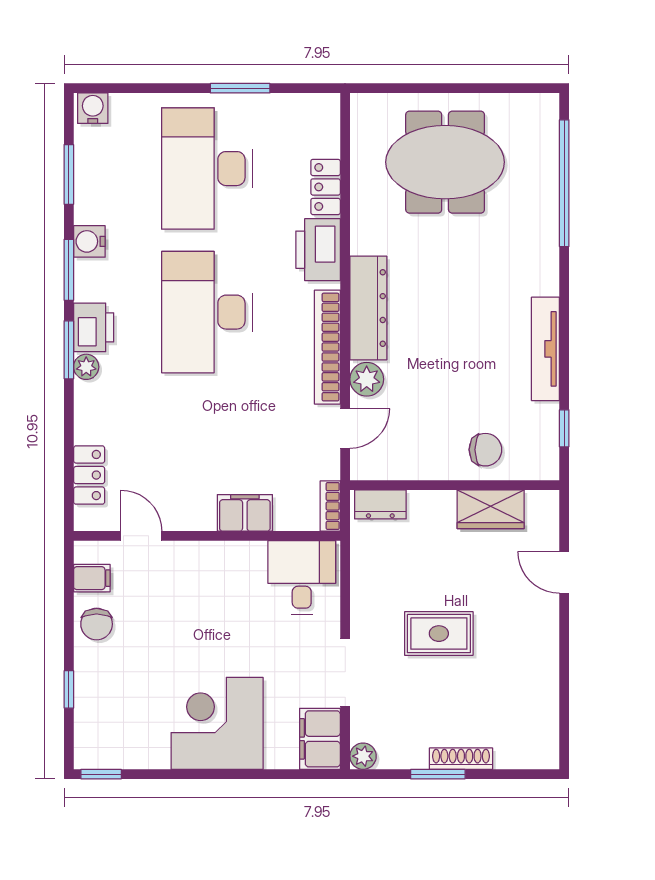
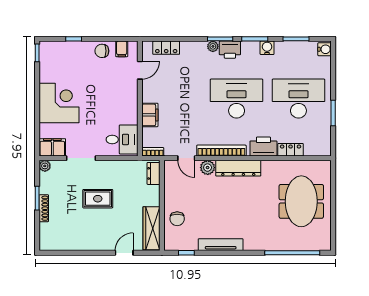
wardrobe: (491, 509) -> (151, 228), width x1.50
rug: (439, 634) -> (98, 199), turned 90

